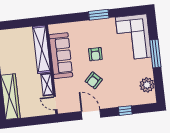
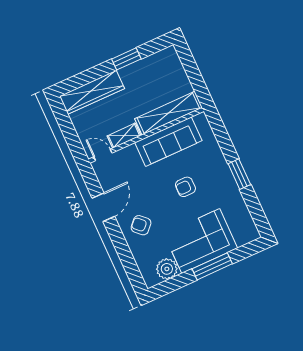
corner sofa: (133, 37) -> (201, 241), moved
armchair: (94, 80) -> (141, 225), moved
door: (55, 103) -> (103, 155), hinge flipped
window: (125, 111) -> (123, 251), removed

